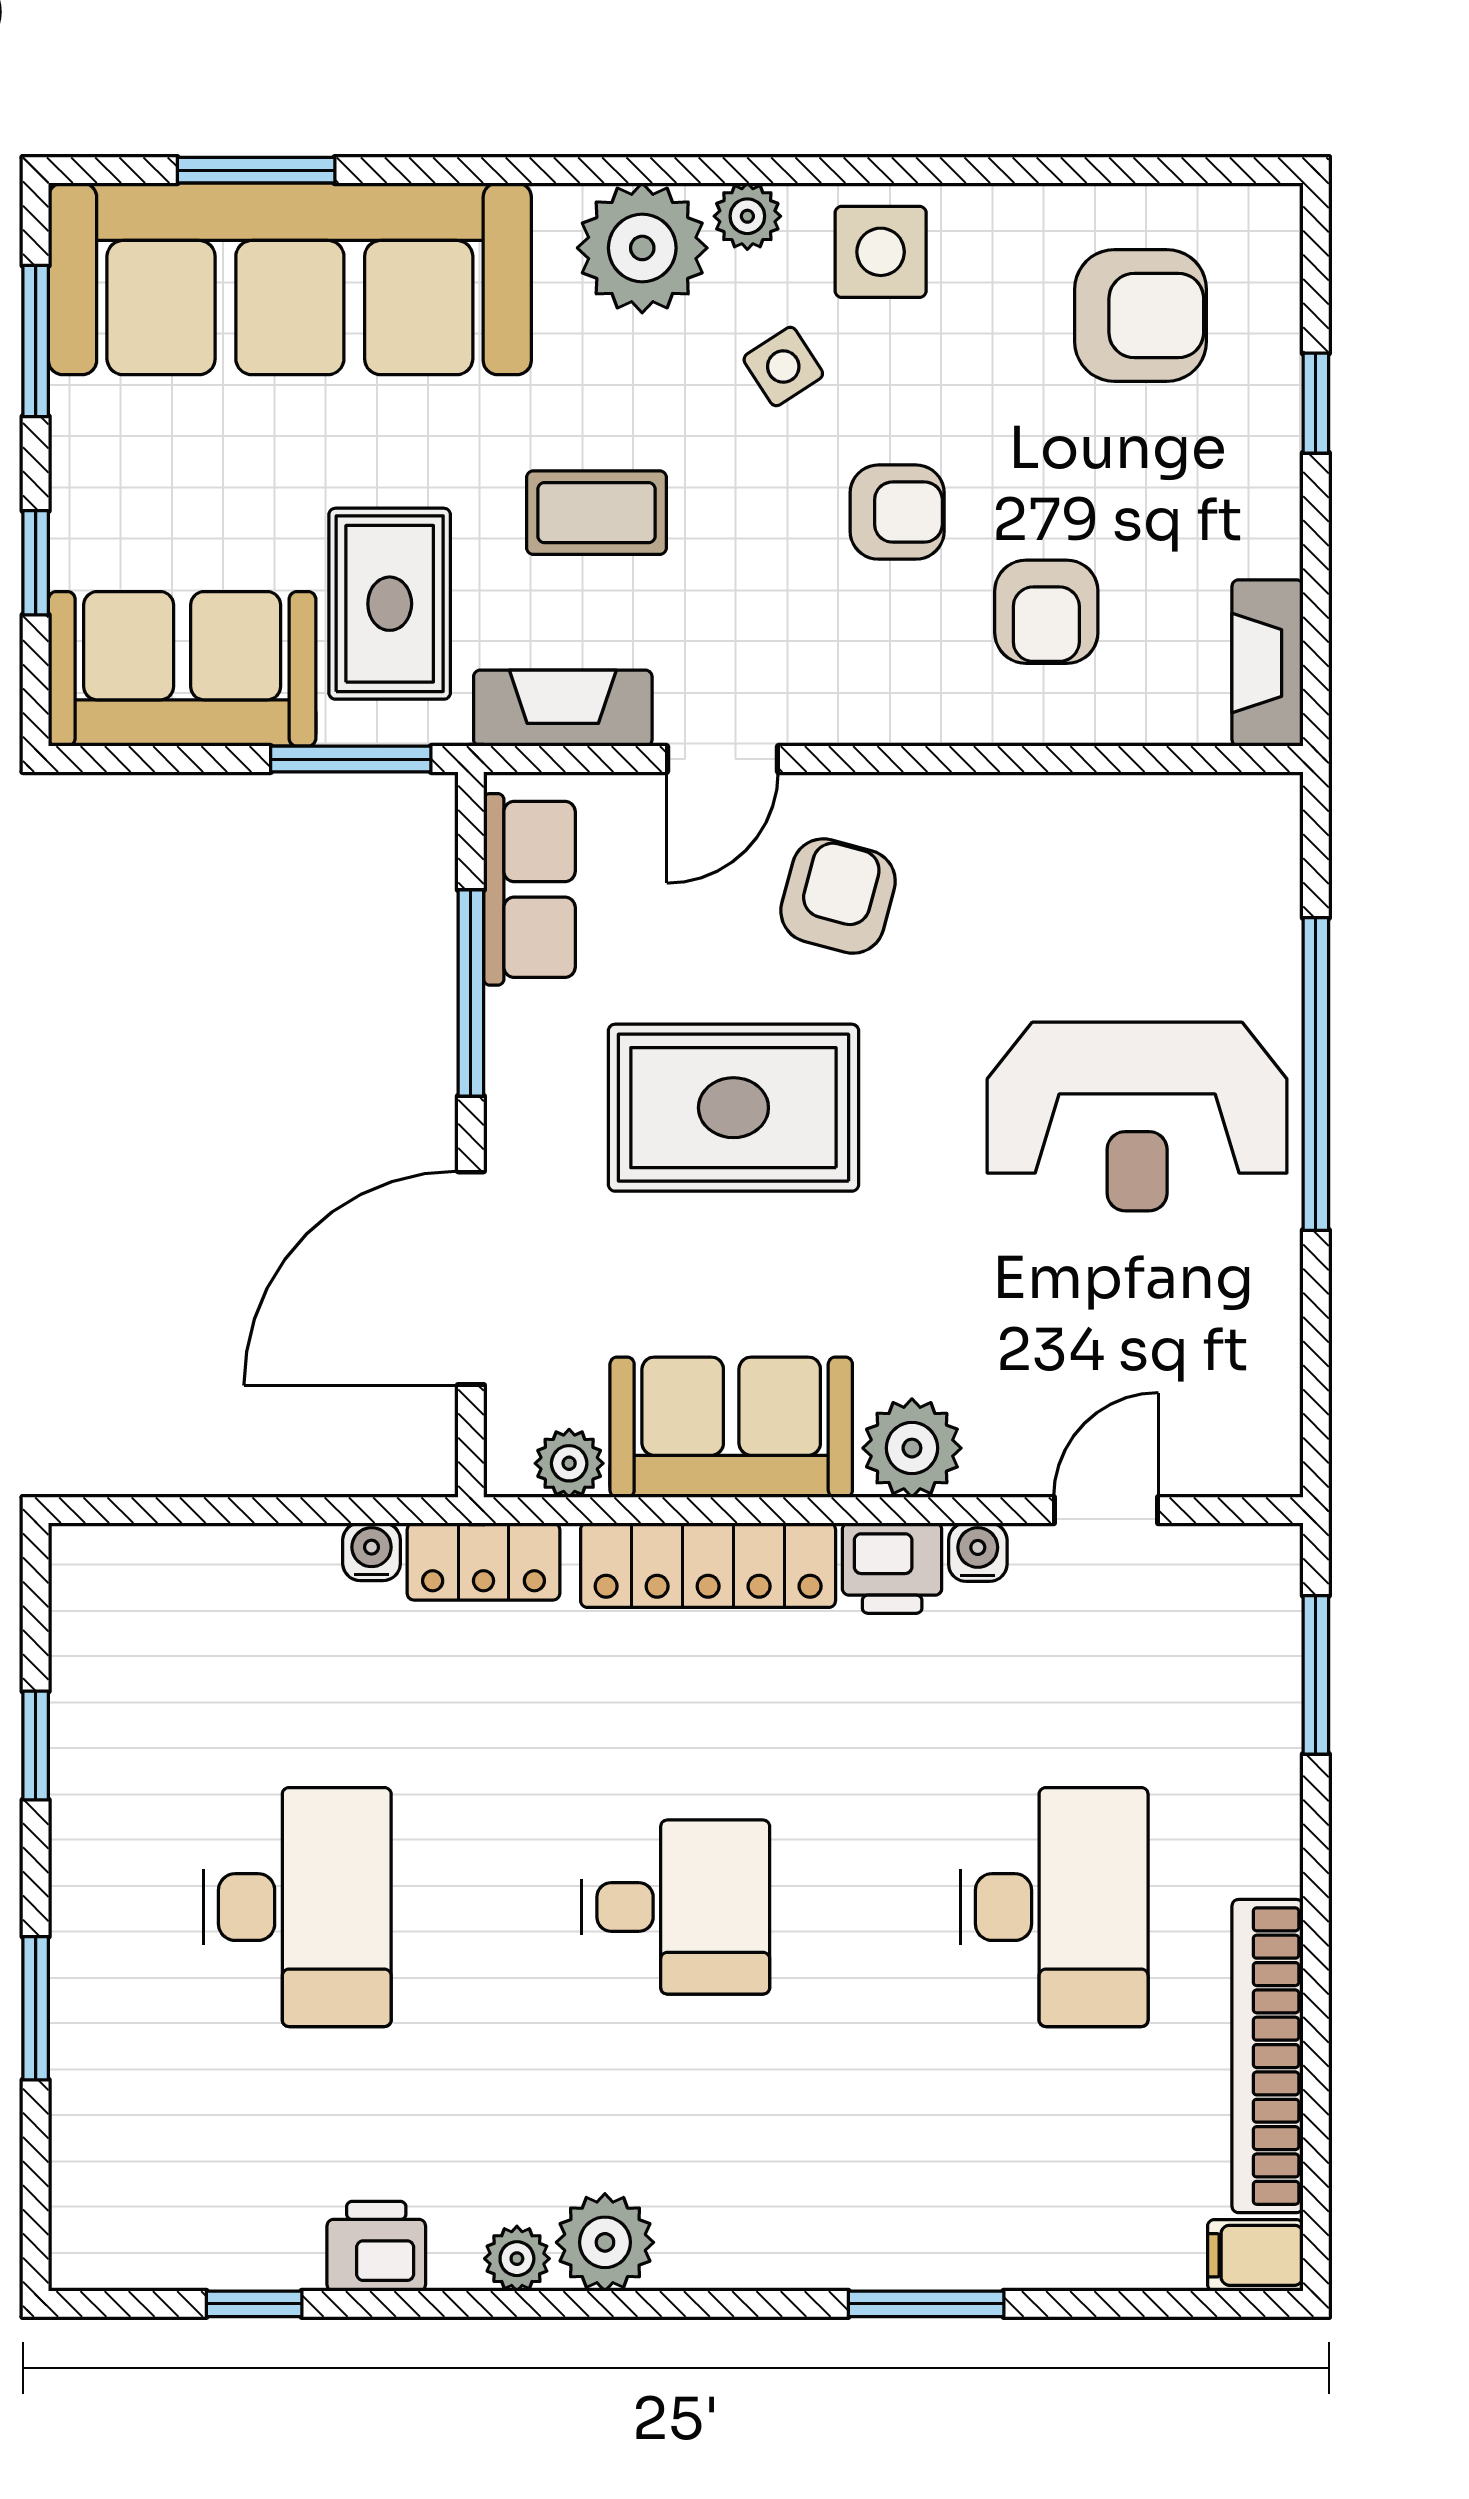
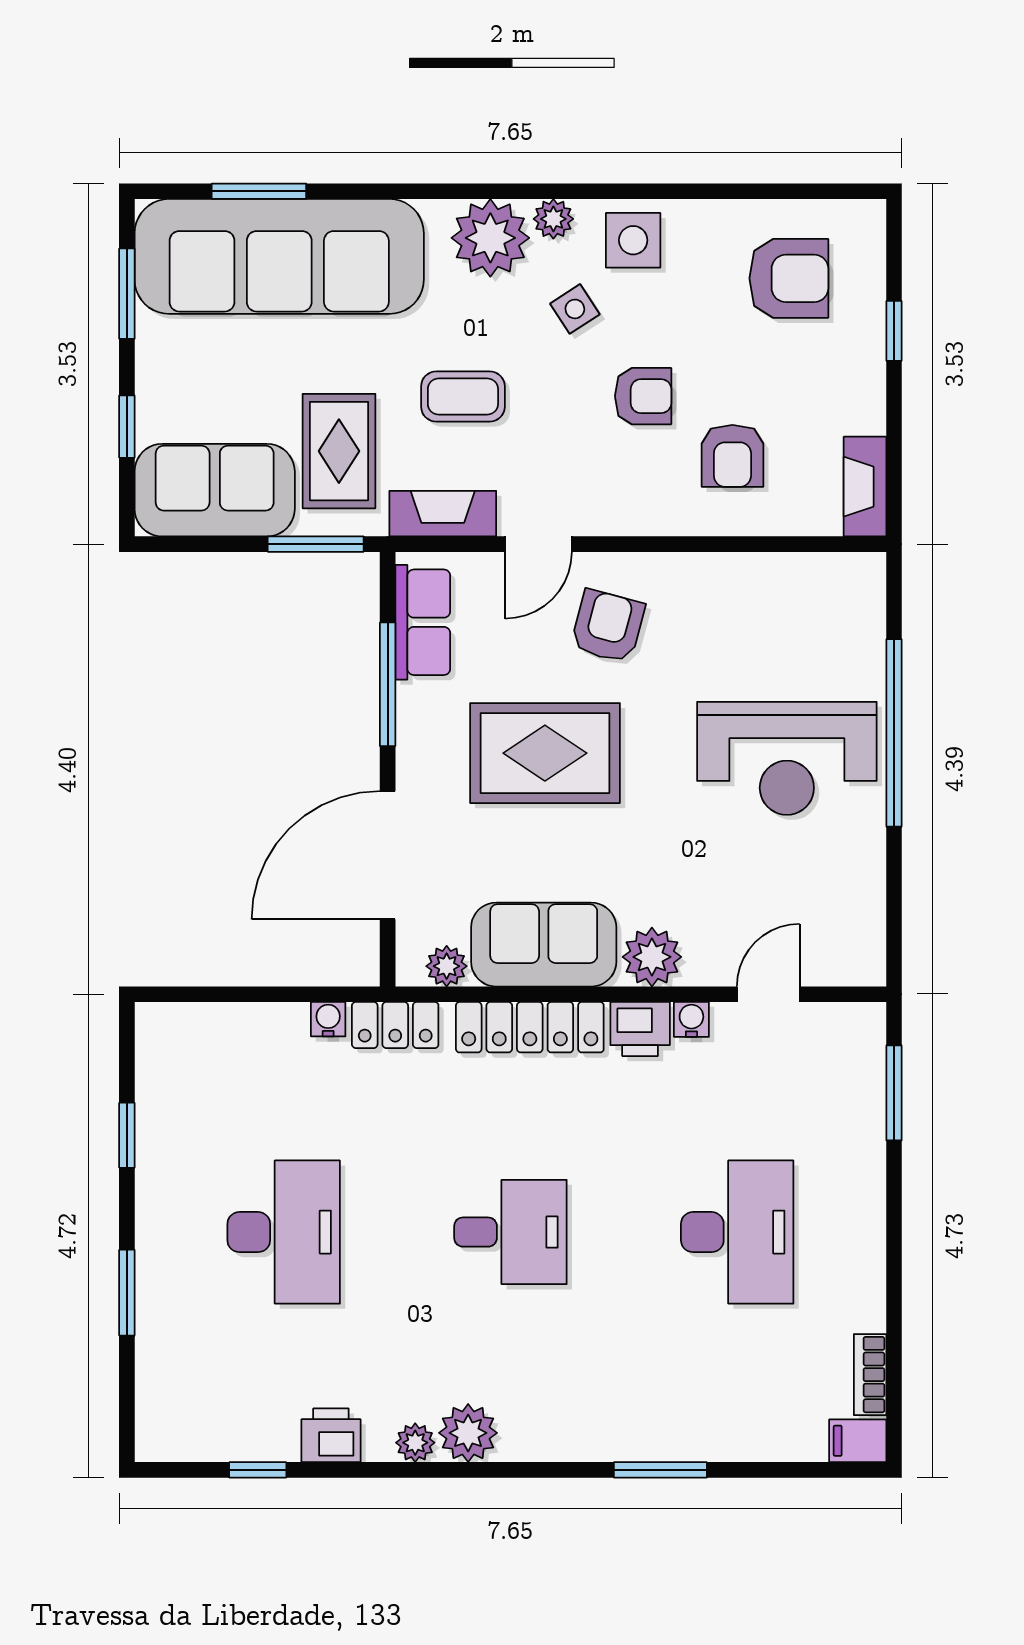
bookcase: (1267, 2056) -> (870, 1375), width x0.43, depth x0.76

